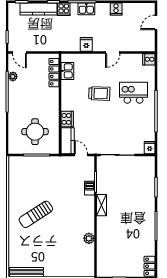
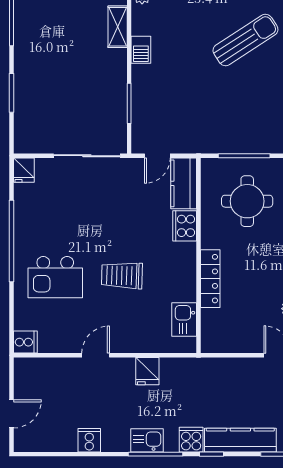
locker: (54, 73) -> (210, 279), moved
door: (81, 155) -> (157, 156), hinge flipped
barbecue: (90, 188) -> (141, 50), moved
shelving: (101, 205) -> (118, 27), moved

